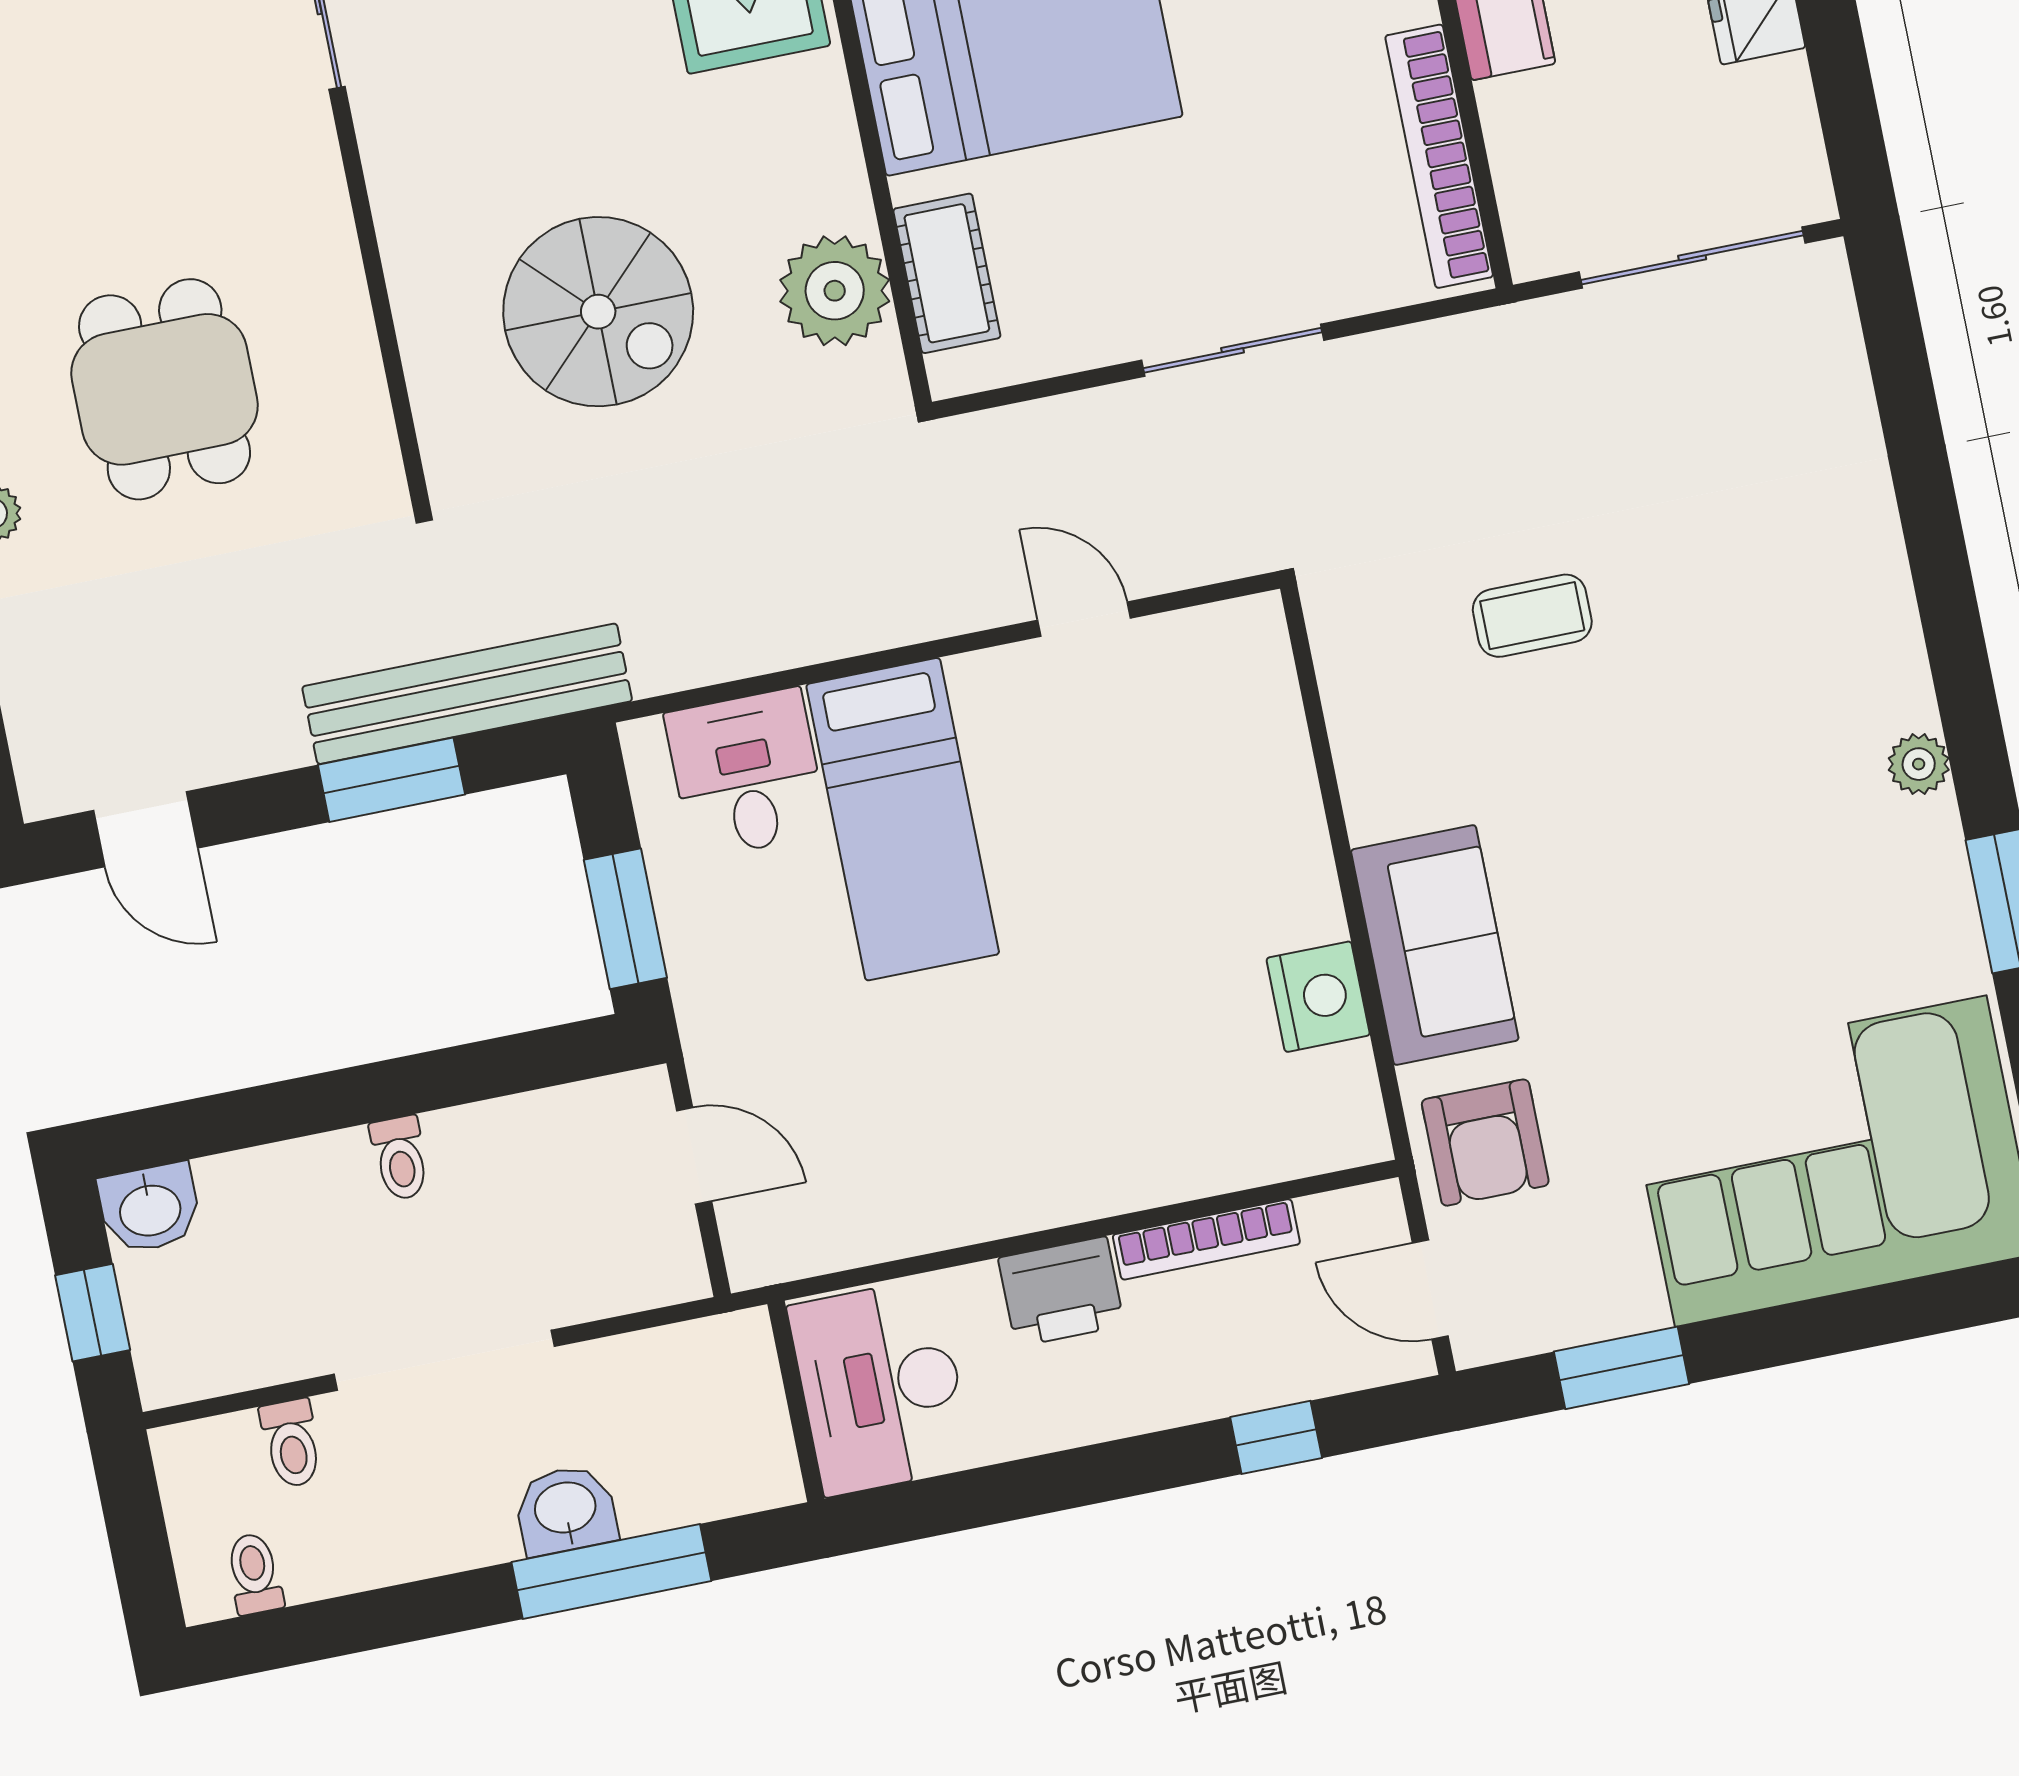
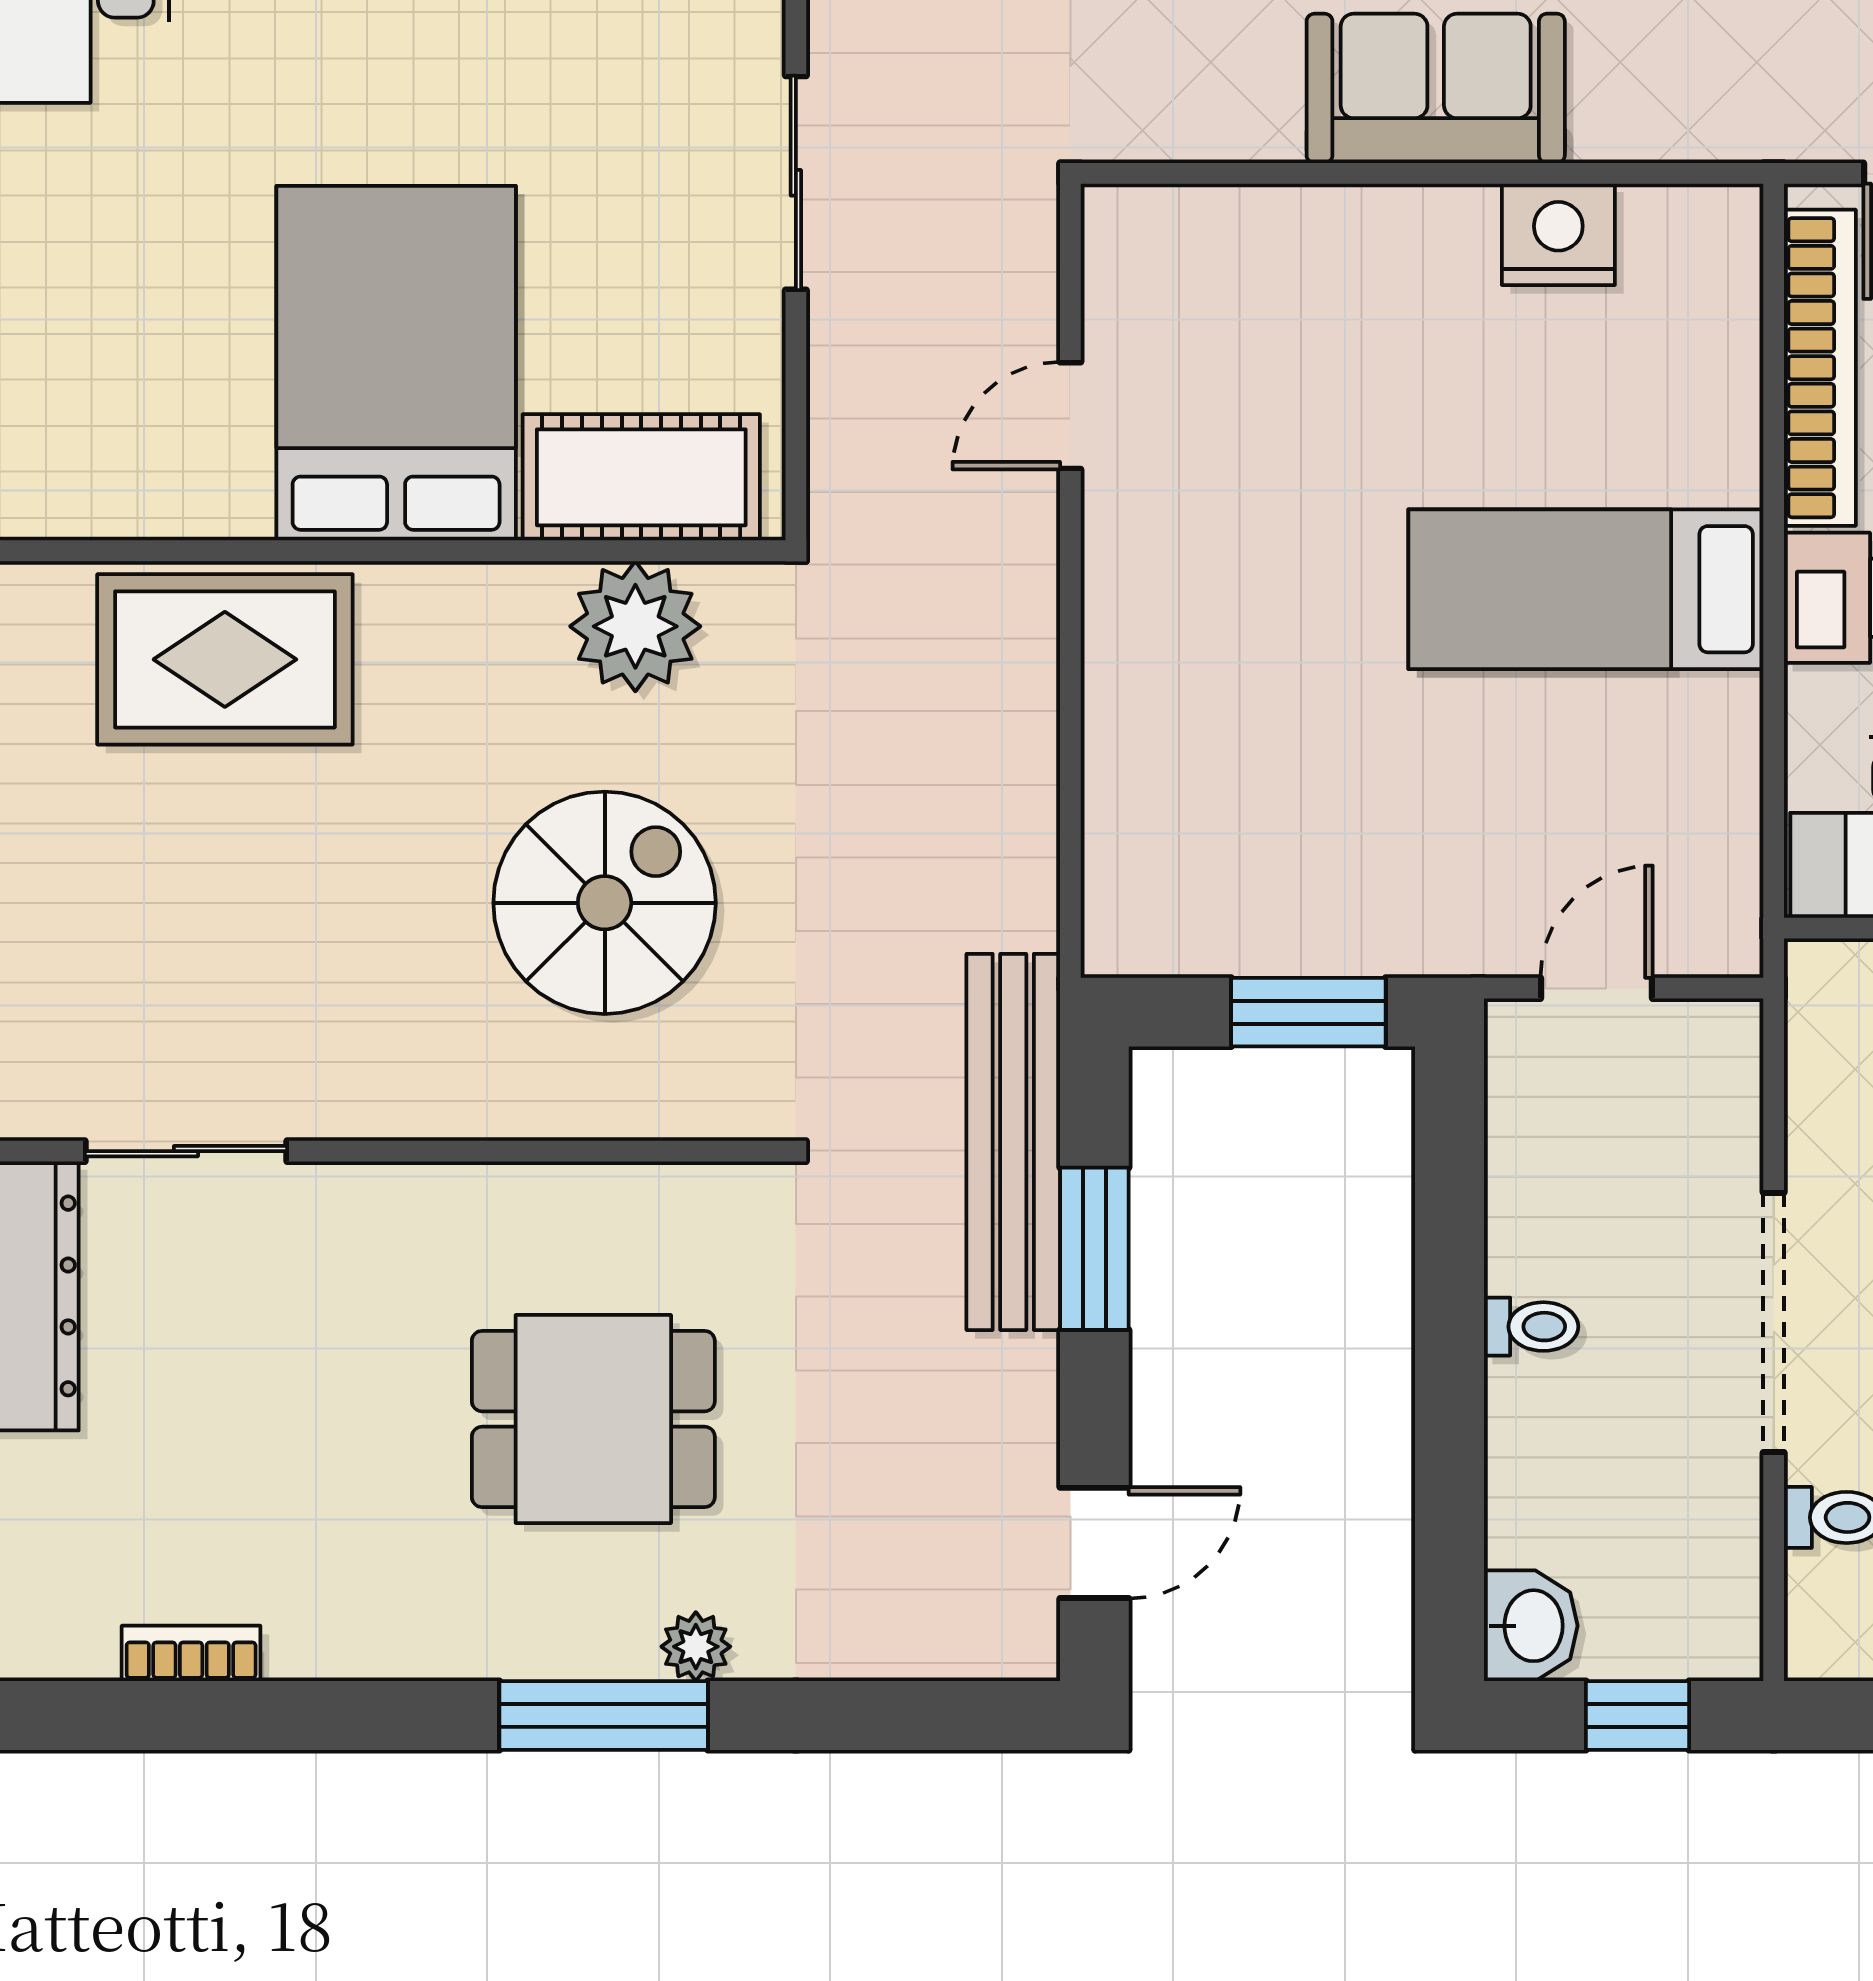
cot: (947, 273) -> (641, 477), width x1.37, depth x1.34
desk: (746, 773) -> (1169, 840), removed
bed: (903, 819) -> (1586, 589), moved, turned 180
sofa: (1435, 945) -> (1436, 88), moved
armchair: (1485, 1143) -> (1765, 76), removed
bookcase: (1206, 1239) -> (1820, 368), width x1.48, depth x1.31

